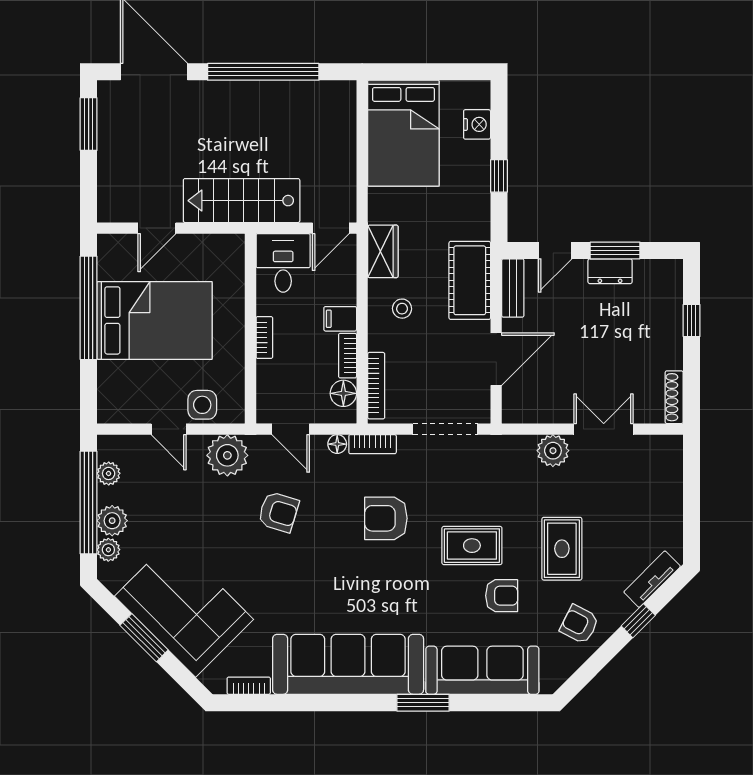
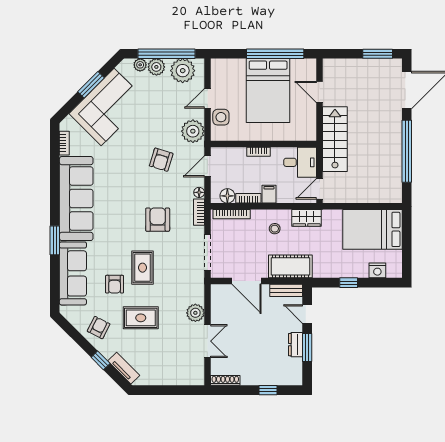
door: (331, 228) -> (320, 189), hinge flipped
plant: (109, 473) -> (183, 71), width x1.88, depth x1.88

